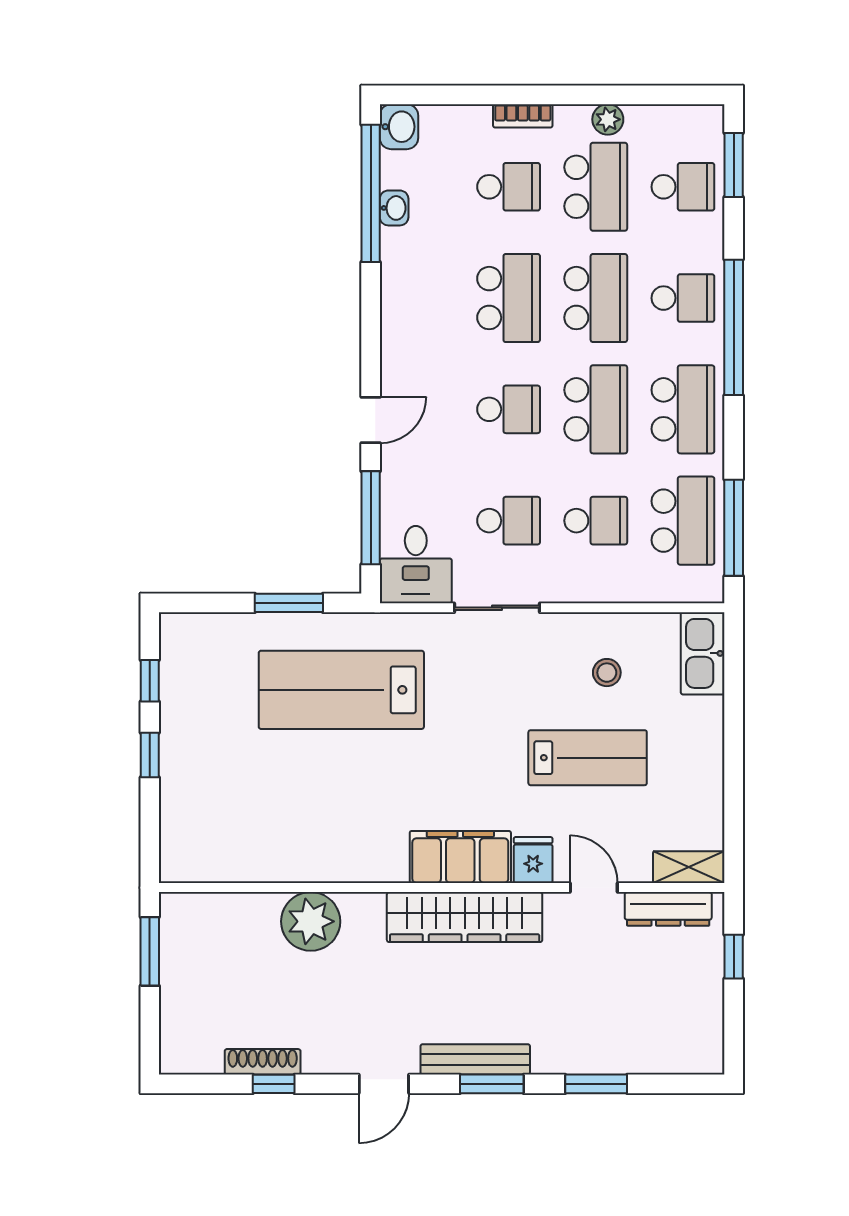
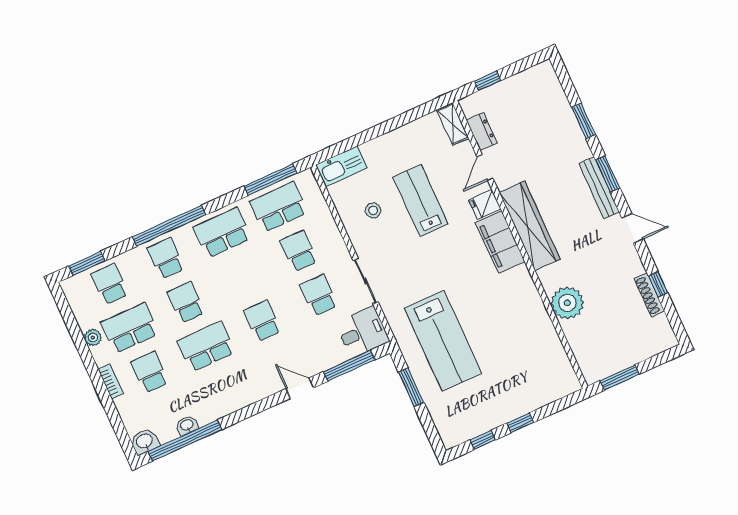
school desk: (596, 298) -> (186, 302), width x0.54
school desk: (596, 409) -> (242, 277), removed
dresser: (668, 909) -> (482, 132), width x0.70

